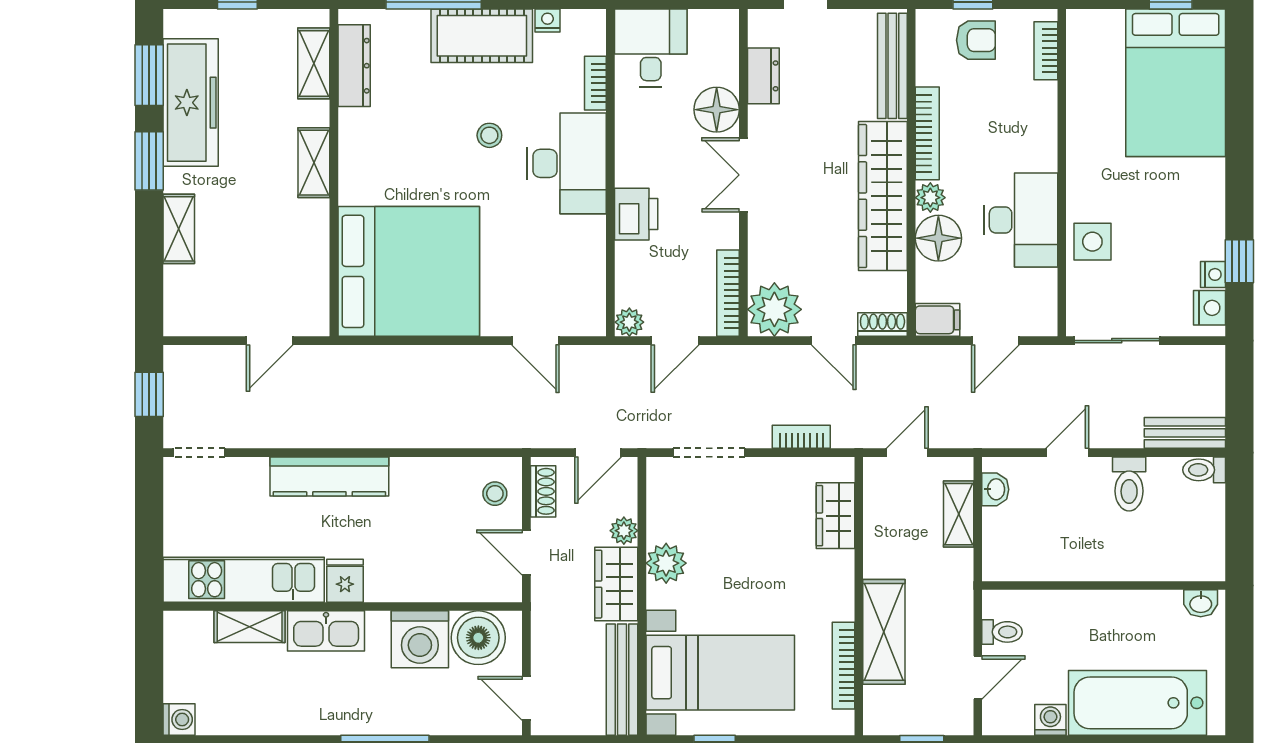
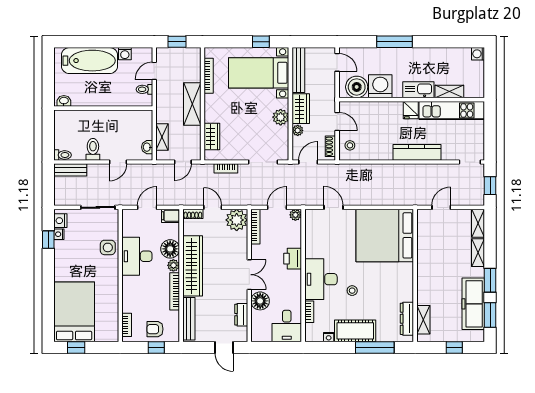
shelving: (314, 163) -> (478, 223), moved
shelving: (884, 632) -> (192, 104), moved

